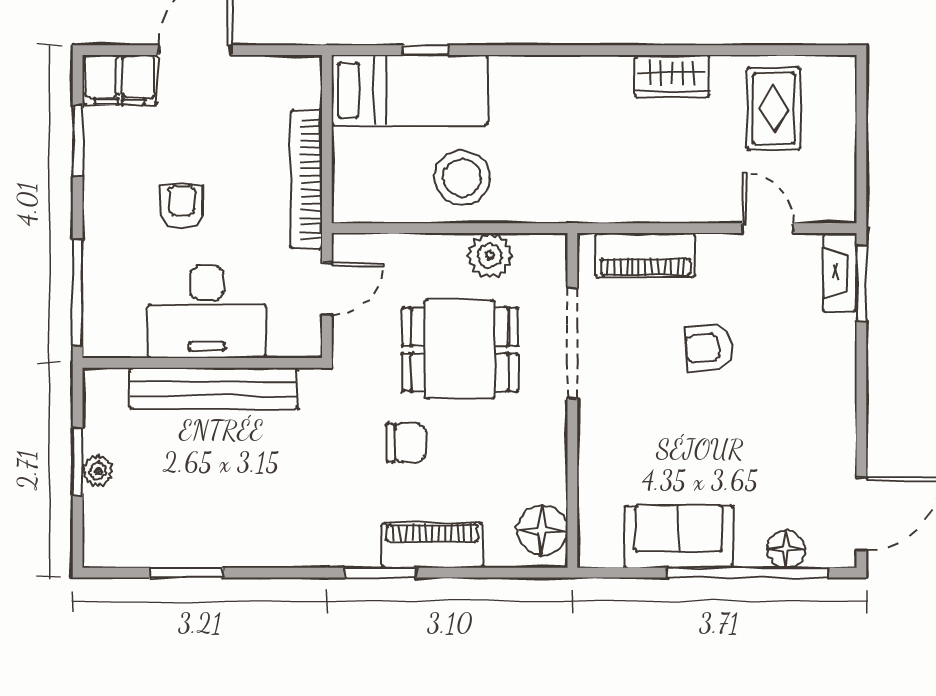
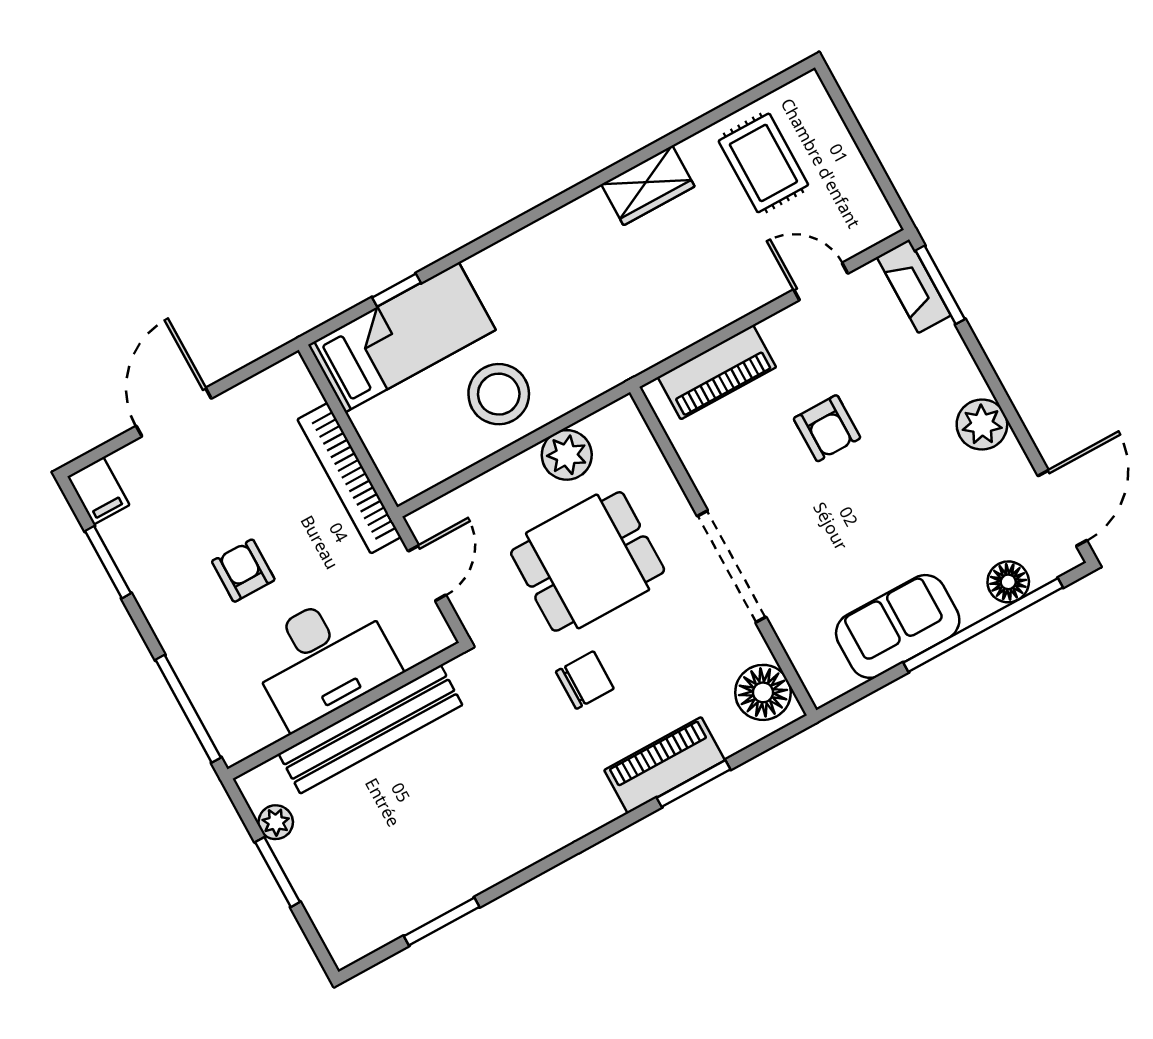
filing cabinet: (120, 80) -> (98, 491), width x0.50
doorway: (572, 343) -> (732, 567), moved
armchair: (709, 348) -> (827, 428), turned -84
plant: (834, 412) -> (982, 424), added
plant: (98, 471) -> (276, 822), moved
window: (380, 573) -> (694, 784), moved

